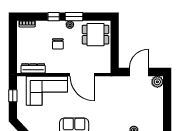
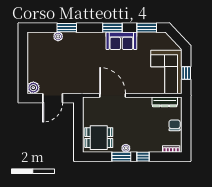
chair: (58, 44) -> (175, 125), moved
corner sofa: (47, 91) -> (166, 72), moved, turned -90

